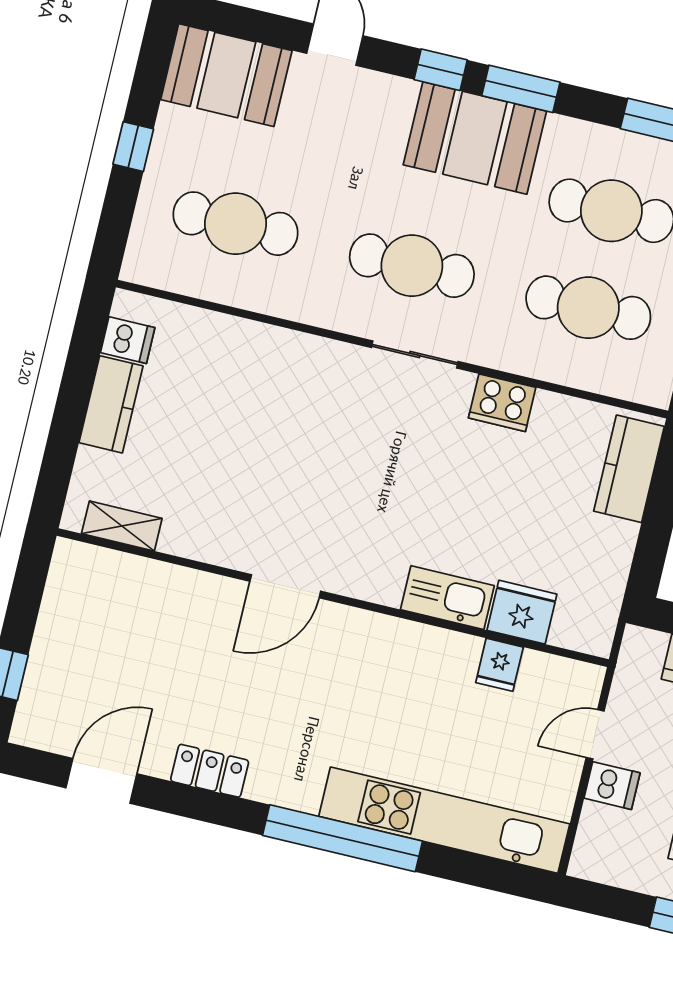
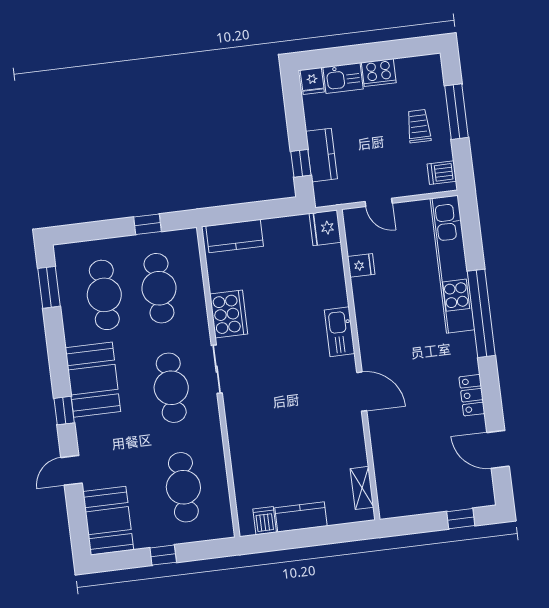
window: (521, 89) -> (59, 365), removed
cooker: (502, 403) -> (229, 314), width x1.37, depth x1.31
kitchen sink: (447, 598) -> (340, 332), moved
fridge: (522, 612) -> (325, 228), moved
dishwasher: (612, 786) -> (442, 173), moved, turned -90

